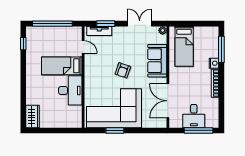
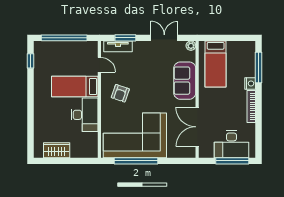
armchair: (123, 70) -> (120, 93), moved
desk: (194, 116) -> (231, 144), width x1.37
wardrobe: (32, 117) -> (57, 150), moved, turned -90
window: (115, 130) -> (136, 161), width x2.11

